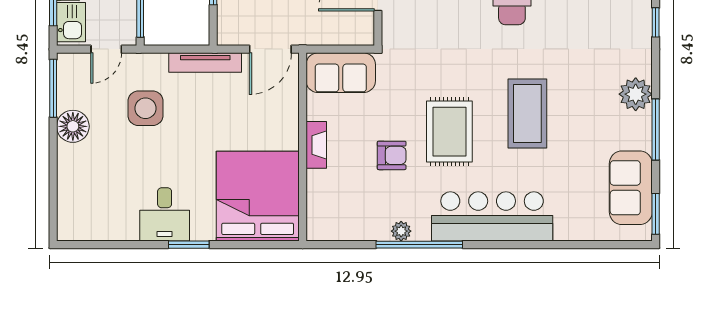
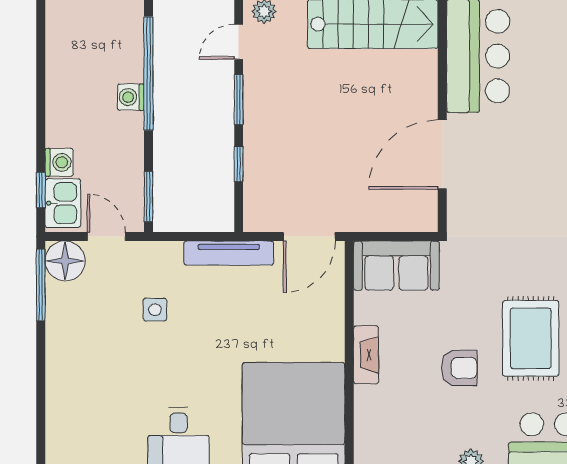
door: (106, 49) -> (106, 237), swing flipped
side table: (145, 108) -> (155, 310), width x0.54, depth x0.54
floor lamp: (73, 126) -> (65, 261), moved

